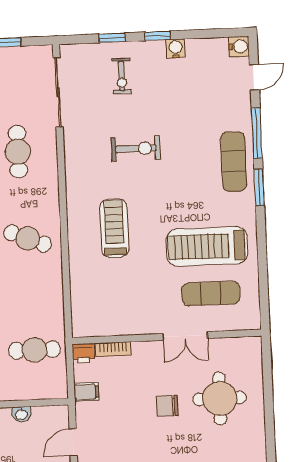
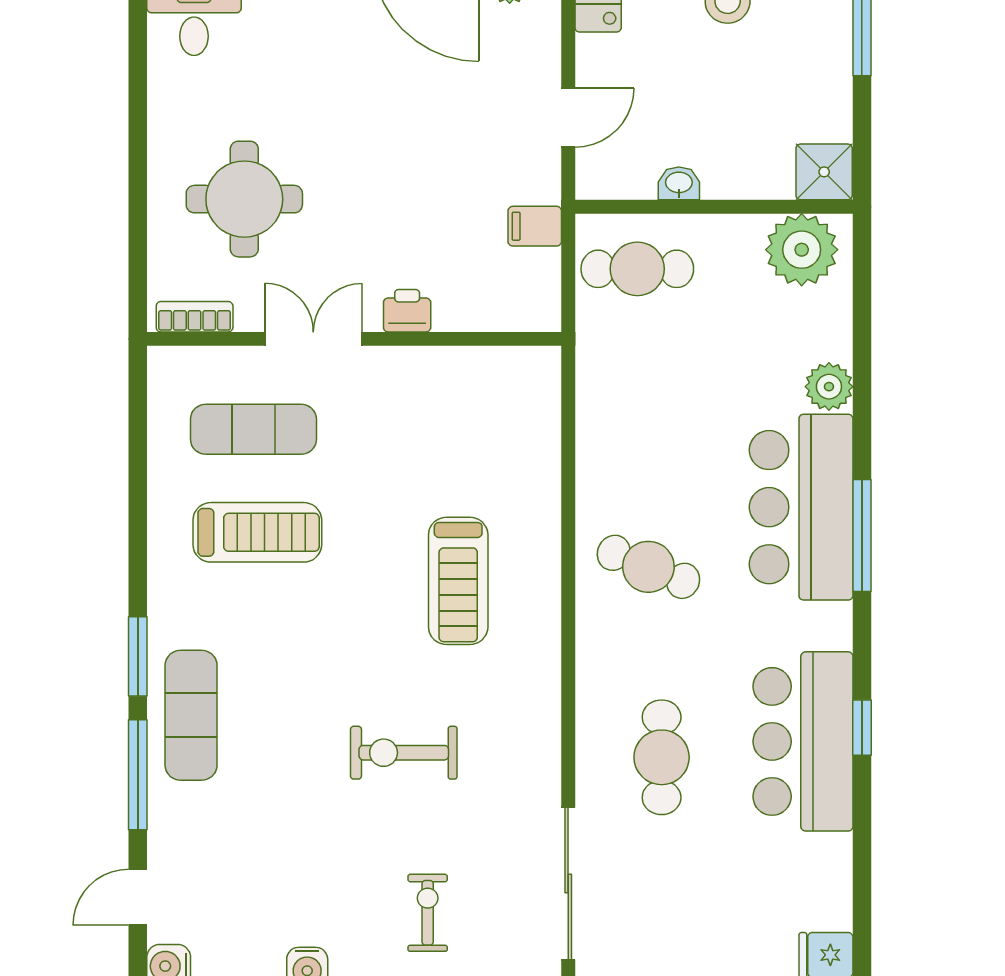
treadmill: (207, 246) -> (257, 532), width x0.73, depth x0.73
bookcase: (113, 349) -> (195, 317), moved
cafe table: (34, 350) -> (637, 269), moved
printer: (83, 353) -> (407, 311), moved
chair: (167, 406) -> (359, 188), removed

